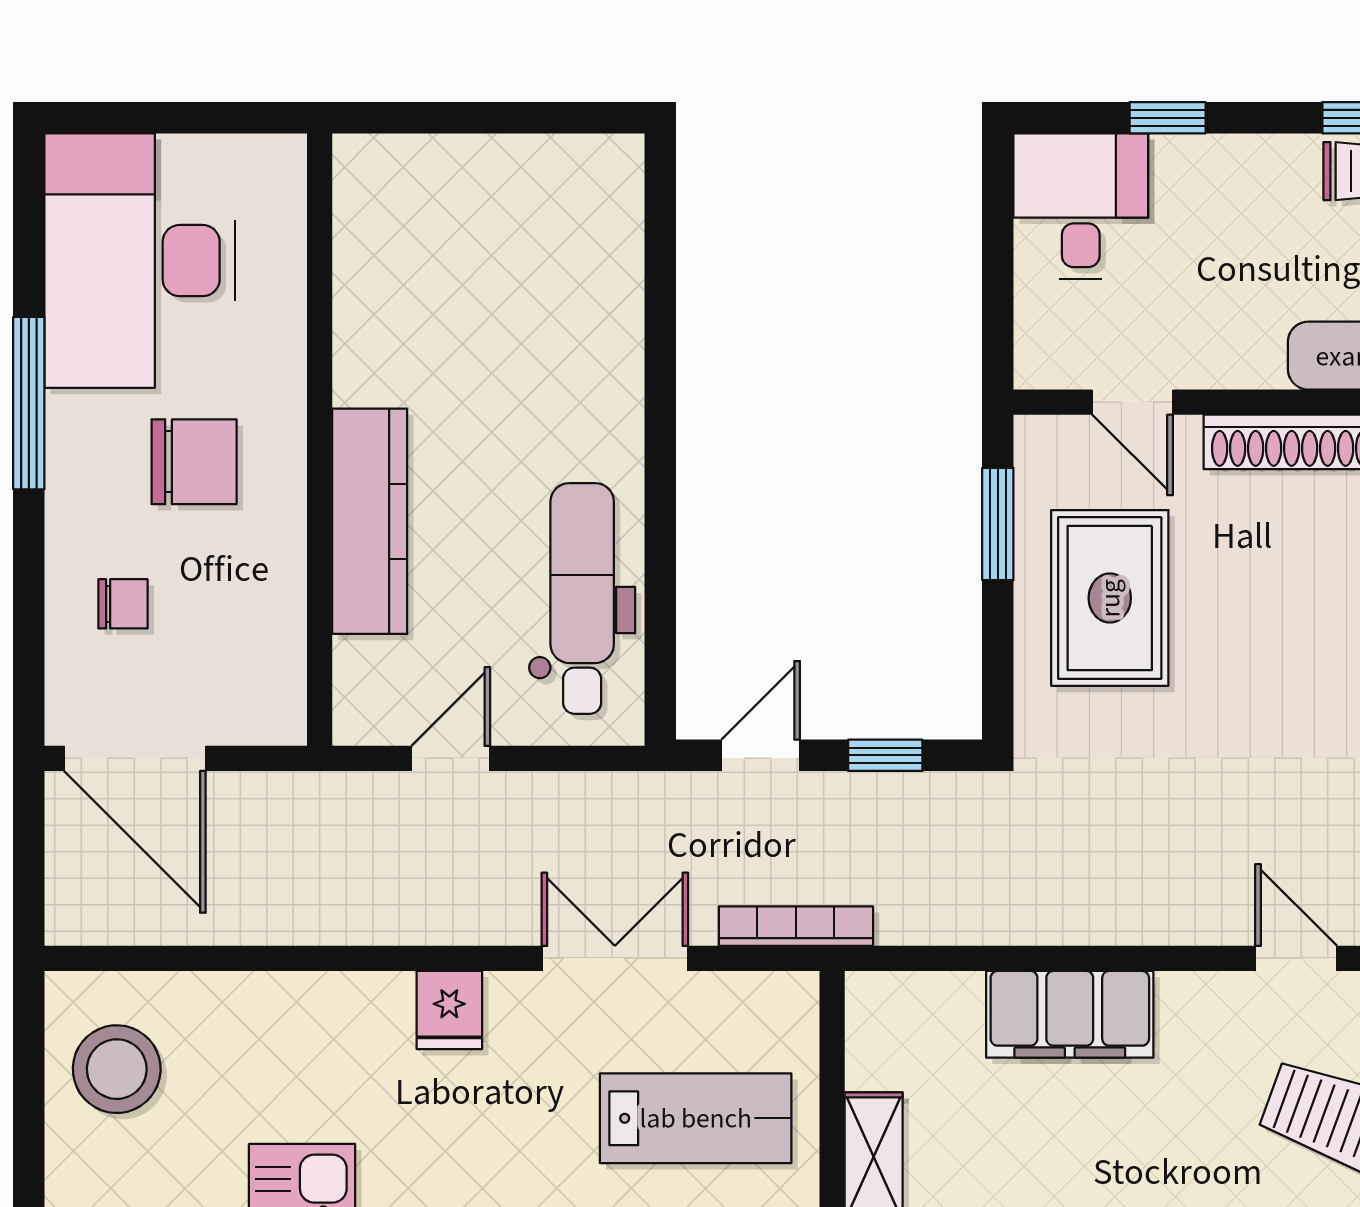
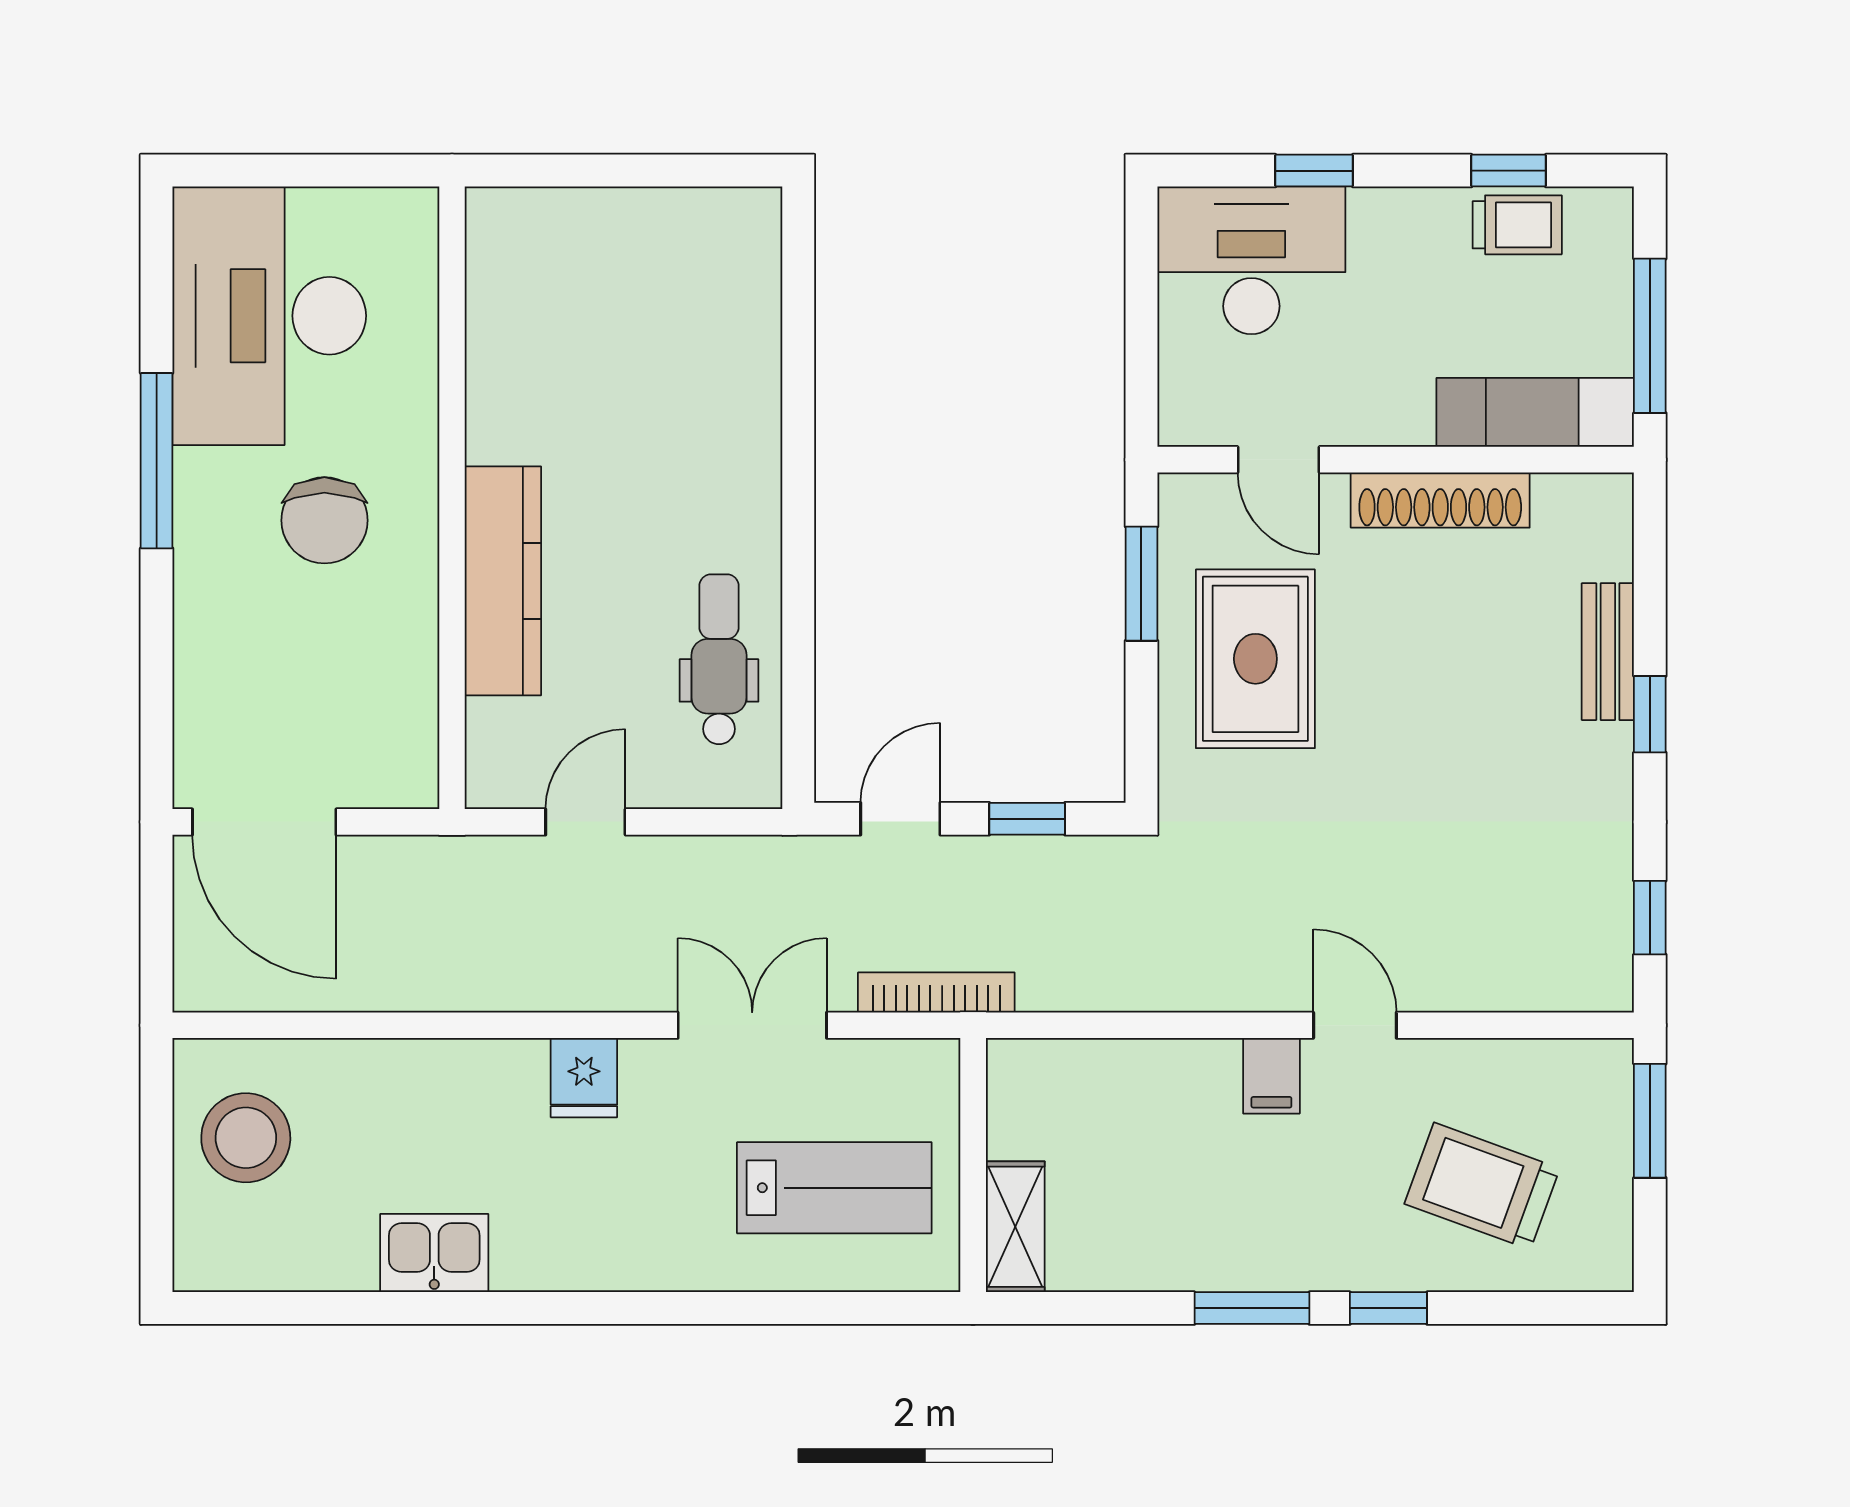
desk: (1081, 206) -> (1251, 260), width x1.37
chair: (194, 462) -> (324, 520), turned 90
dental chair: (582, 598) -> (719, 659), width x0.73, depth x0.72
chair: (123, 604) -> (252, 665), removed
door: (1296, 958) -> (1355, 1025), moved
filing cabinet: (1070, 1014) -> (1271, 1076), width x0.33, depth x0.86

